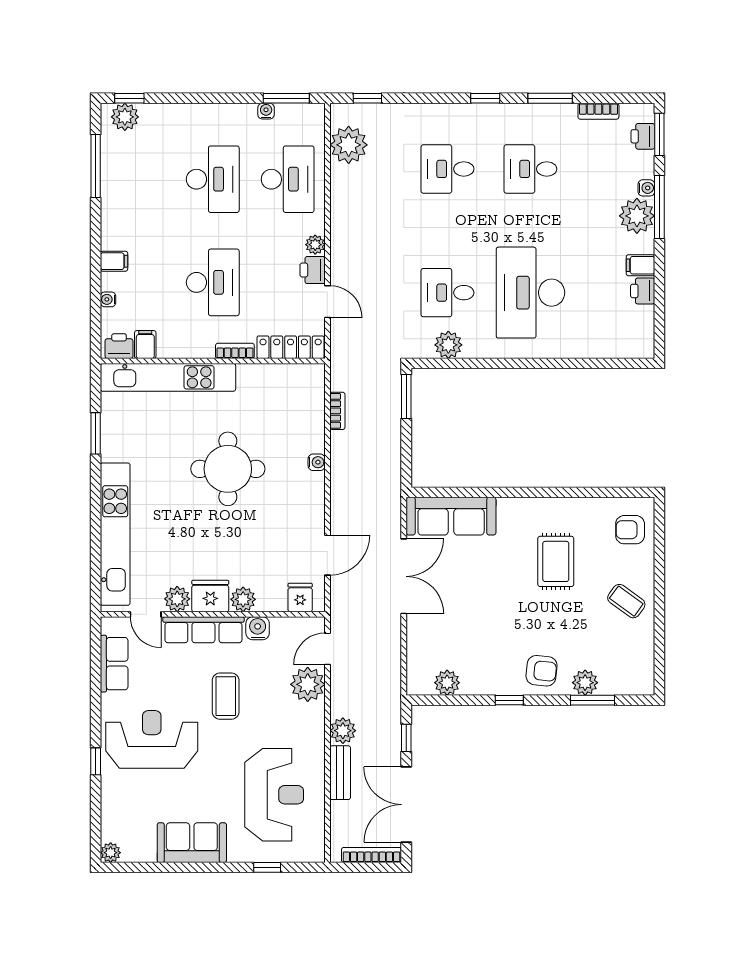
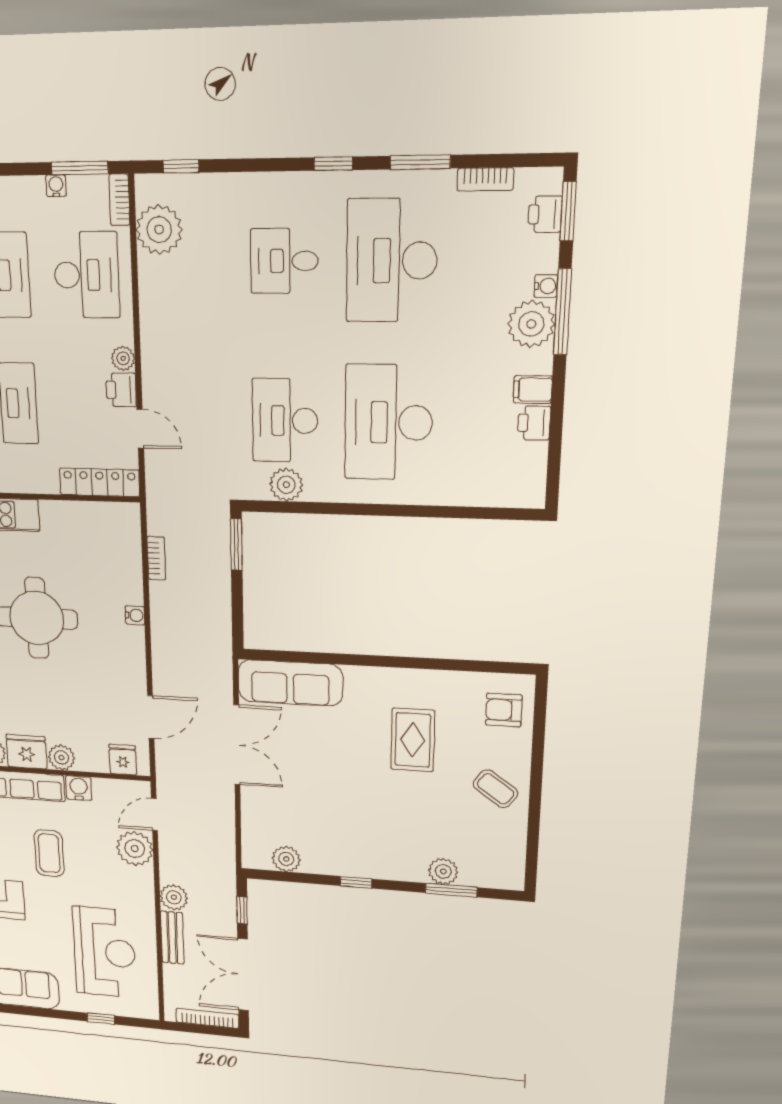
desk: (530, 169) -> (392, 261), width x1.87, depth x1.30
desk: (447, 293) -> (285, 421), width x1.37
bookcase: (235, 351) -> (119, 200), moved, turned -90
armchair: (542, 671) -> (393, 855), removed

